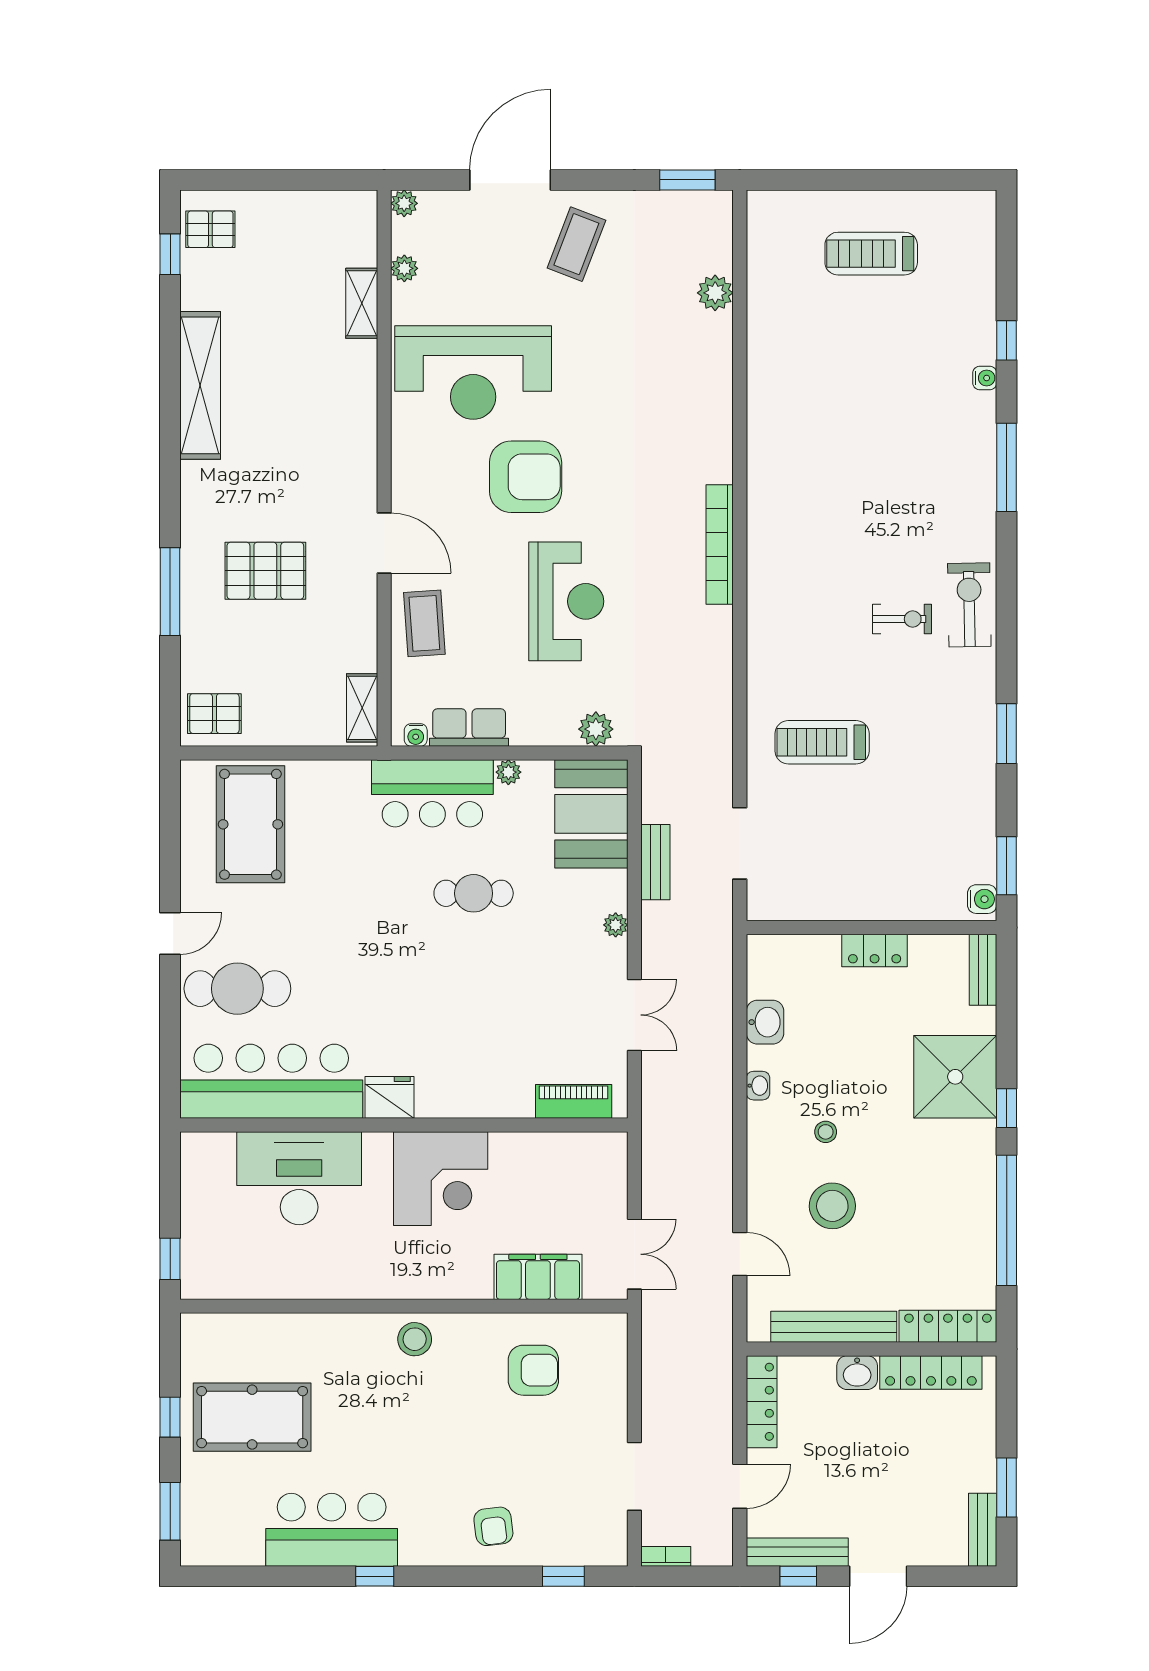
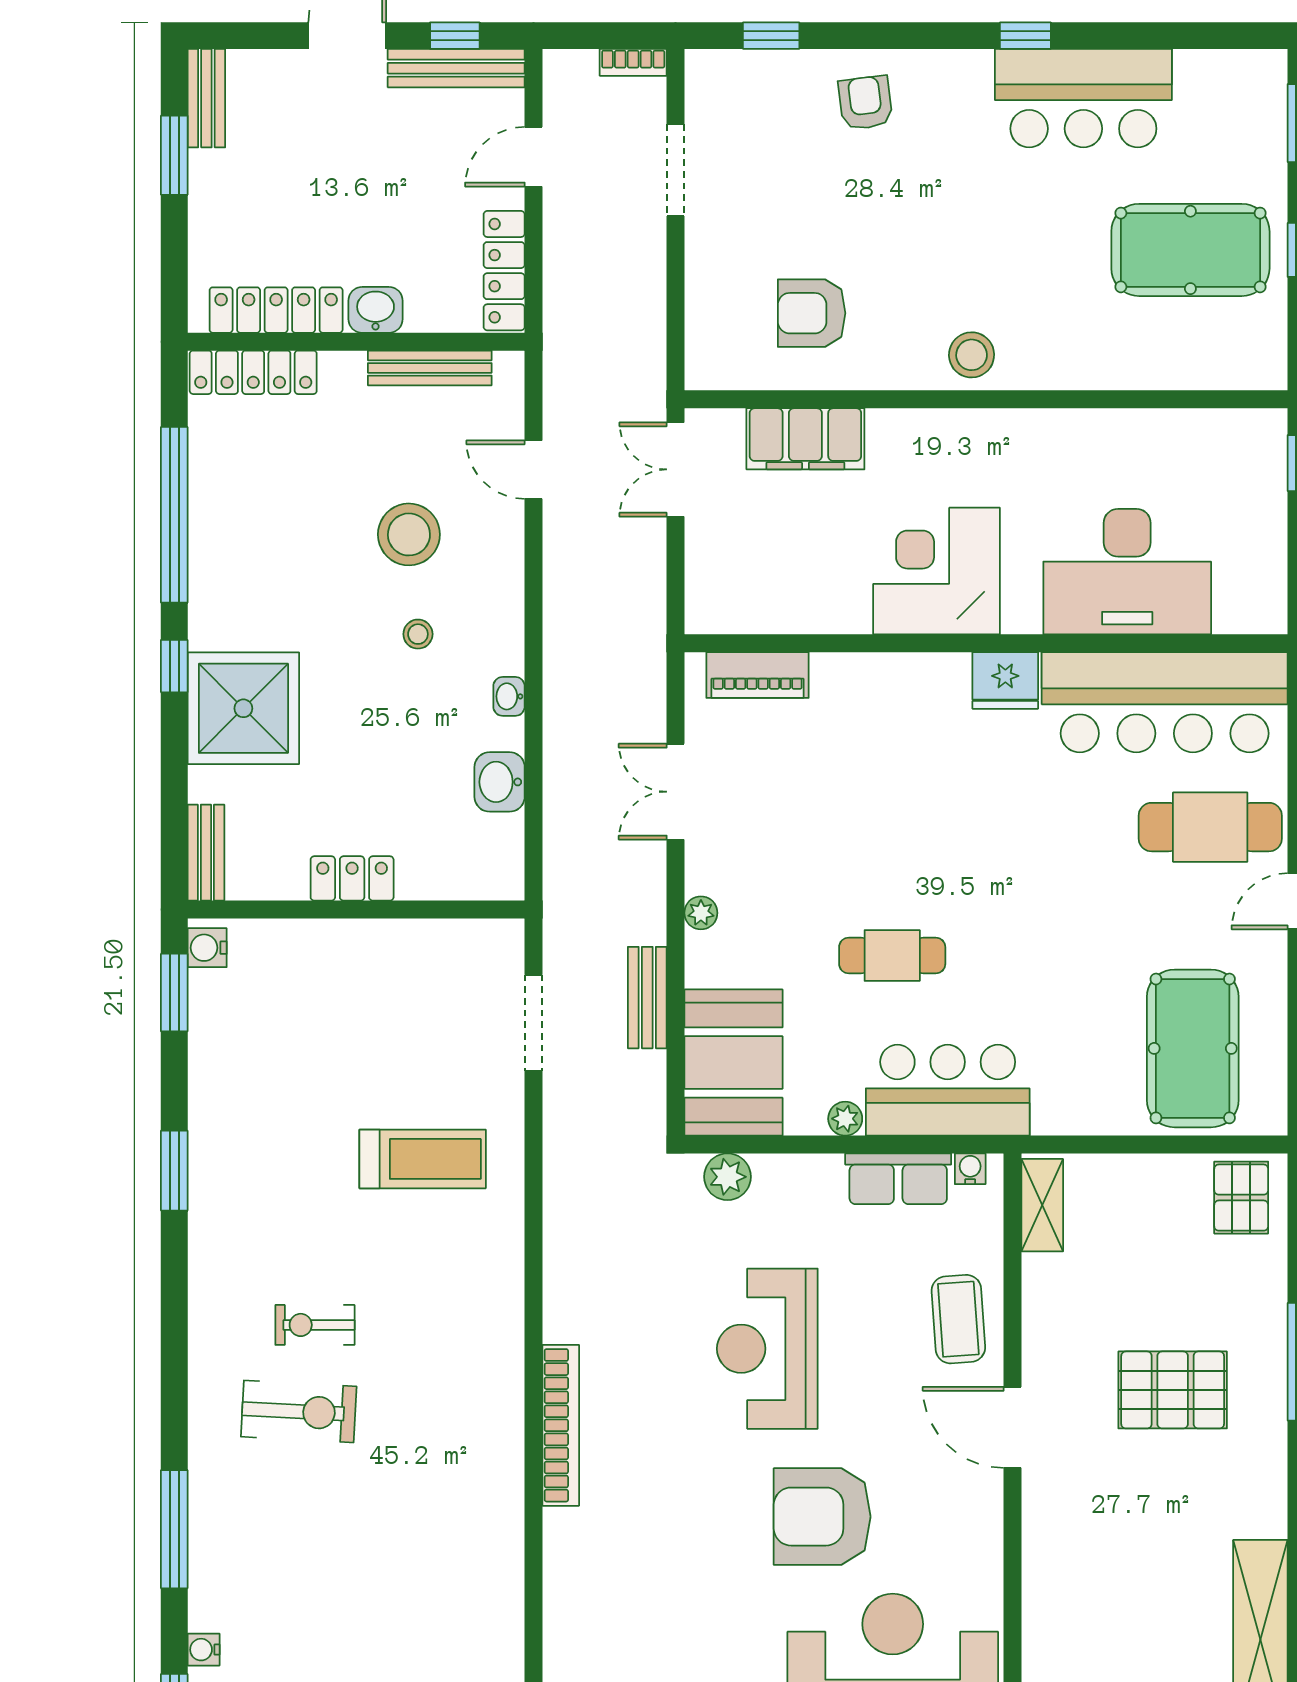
exercise bike: (969, 605) -> (299, 1411), moved, turned -86
pallet: (214, 714) -> (1241, 1198), turned 90
bench: (834, 1327) -> (430, 368), width x0.73, depth x0.82

